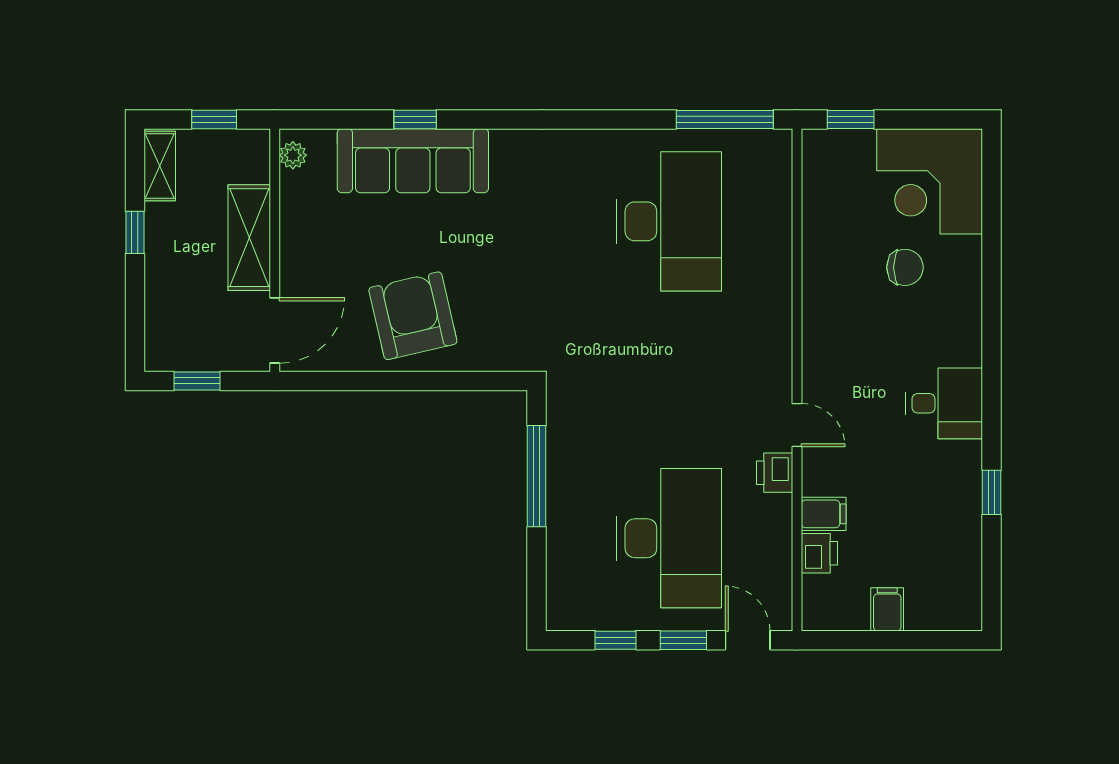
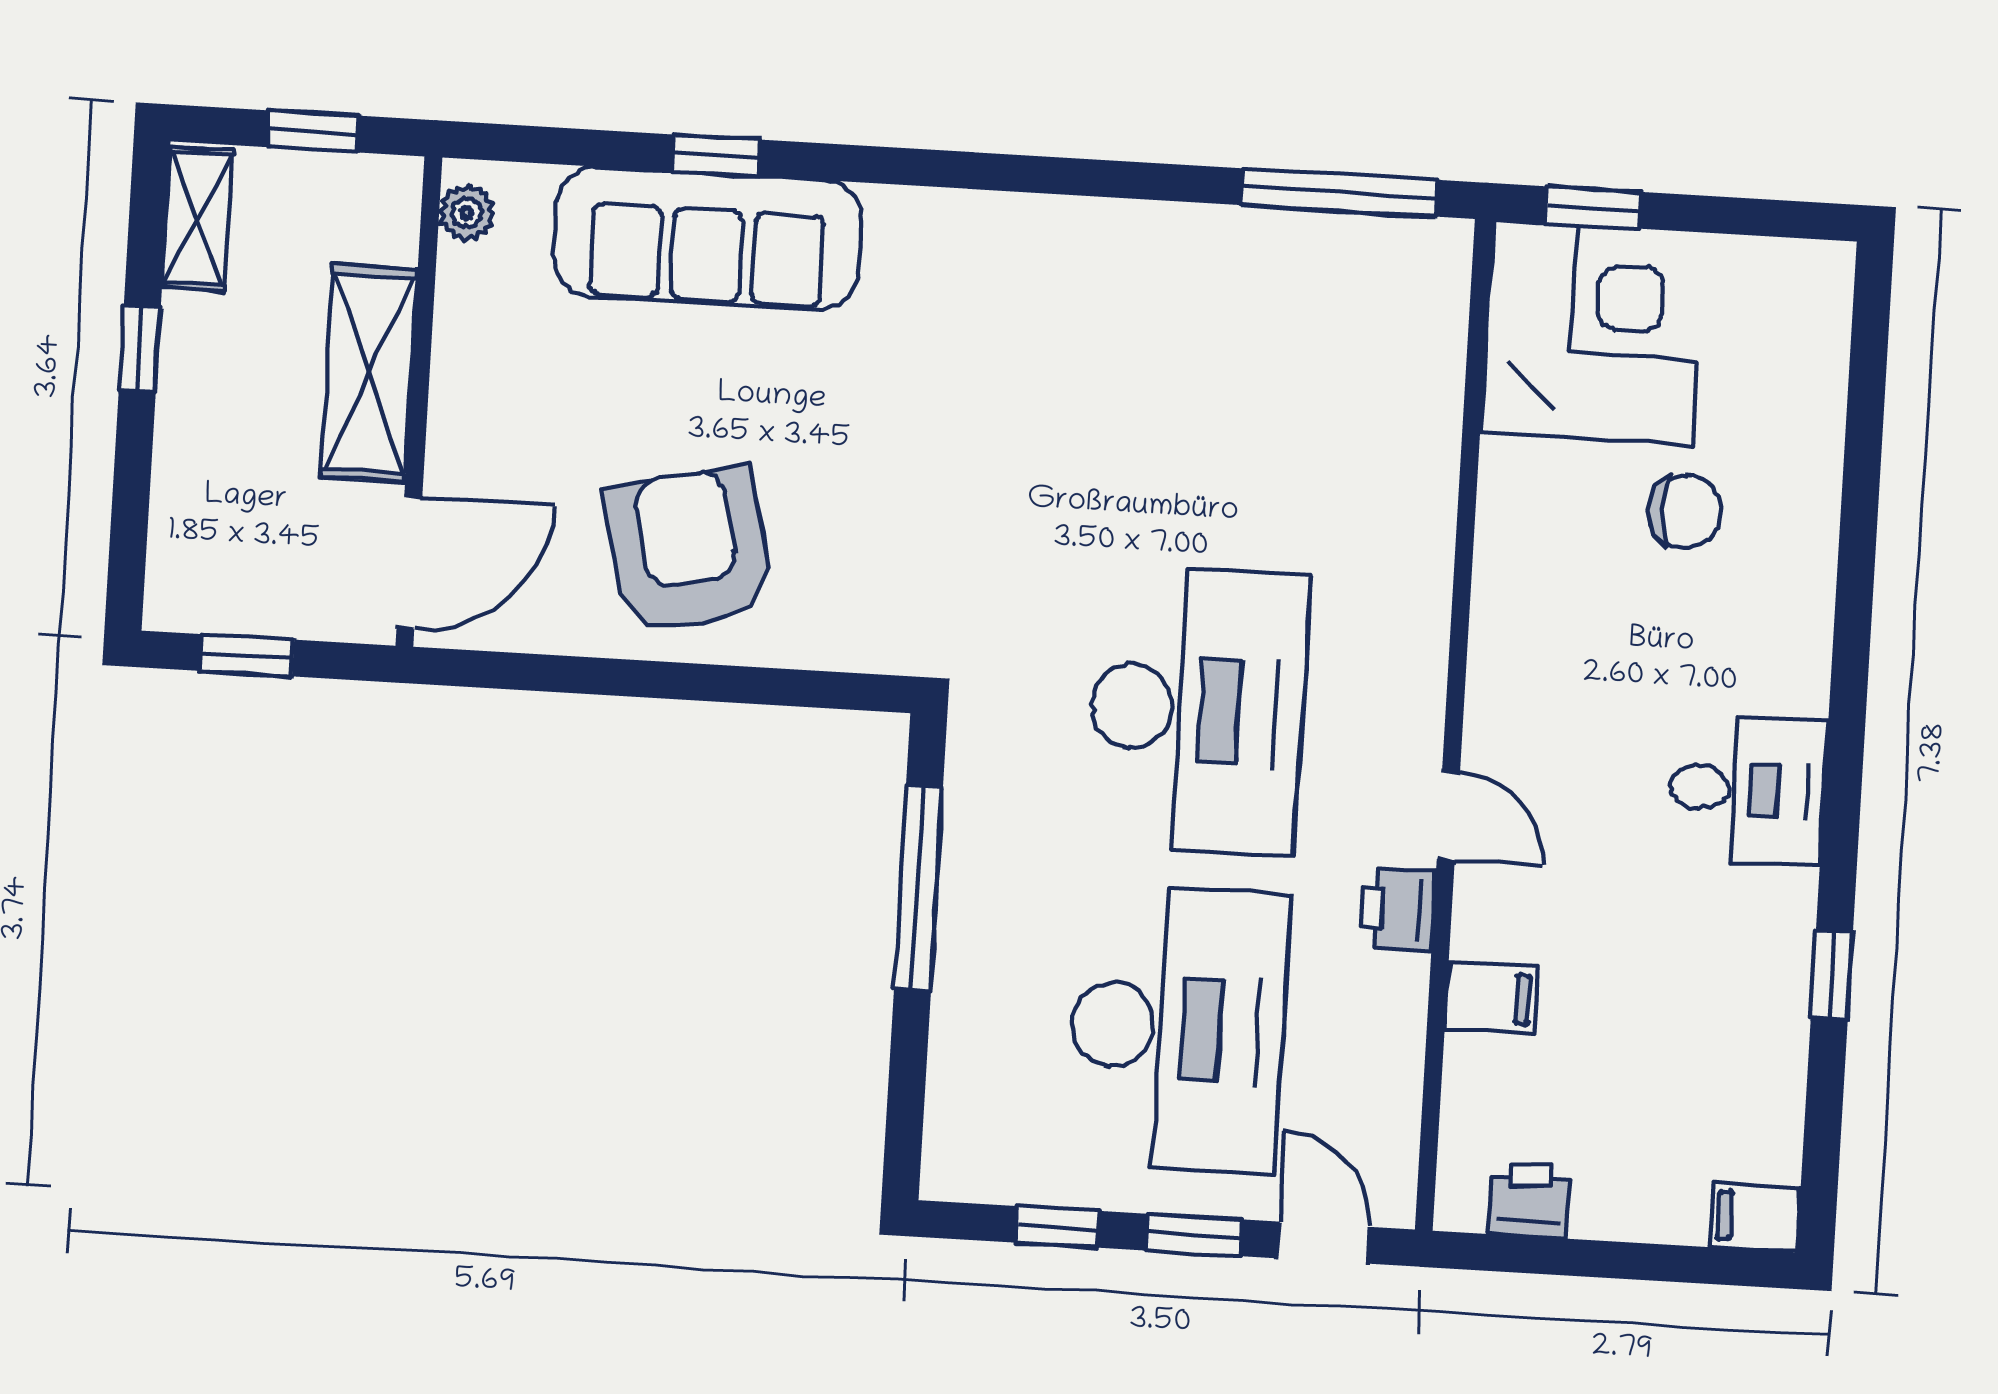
corner desk: (930, 181) -> (1592, 332), moved, turned 180
desk: (669, 221) -> (1197, 710), moved
printer: (819, 553) -> (1529, 1200), moved, turned -90
filing cabinet: (887, 609) -> (1755, 1217), moved, turned -90

